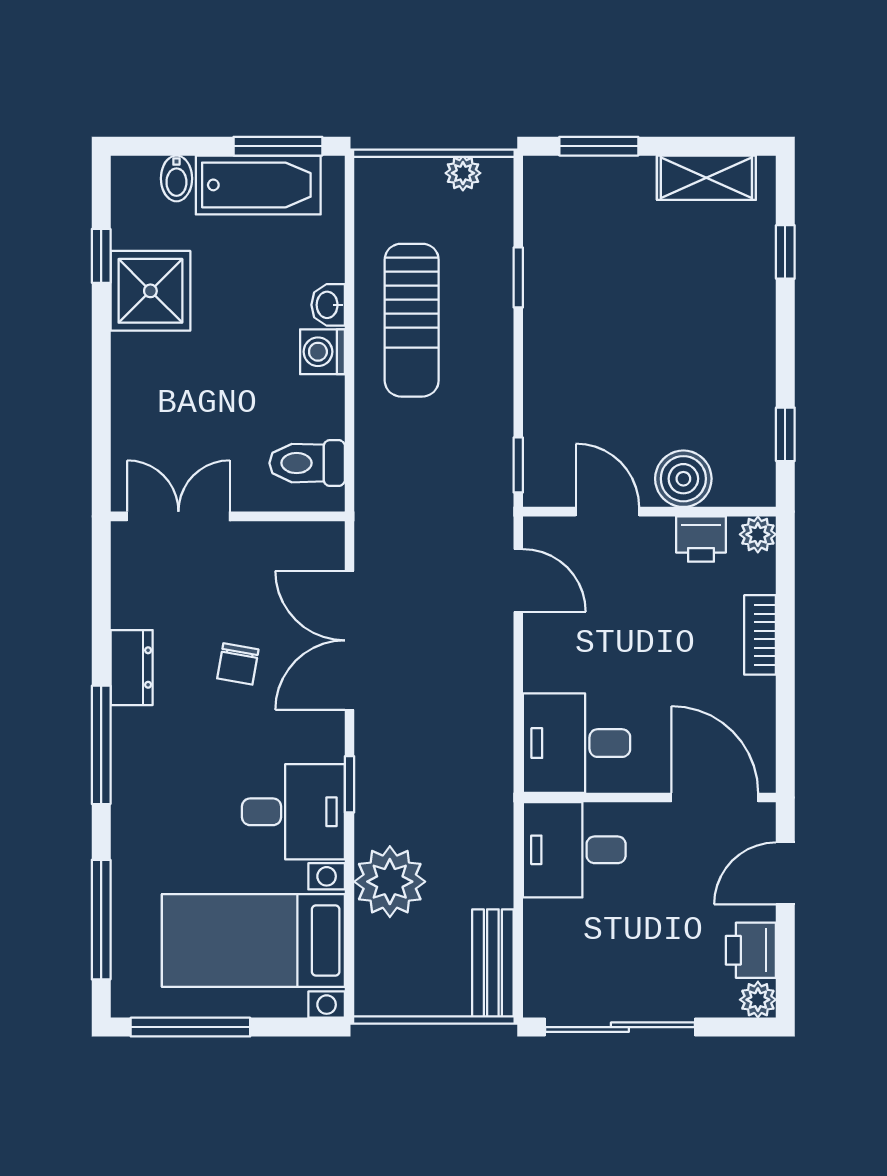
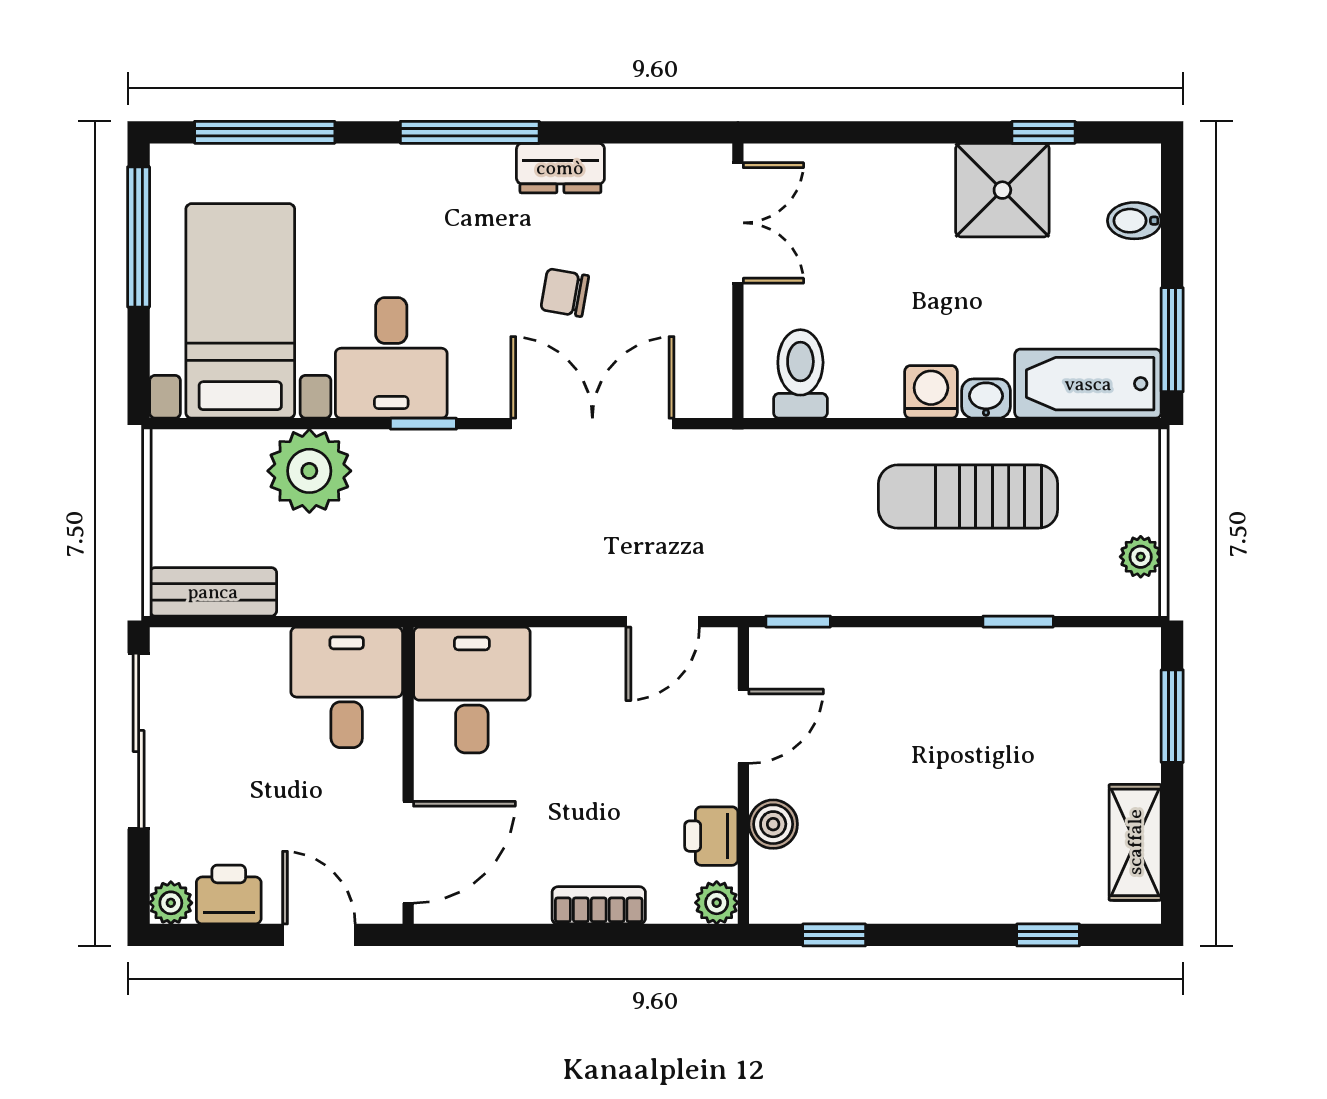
bathtub: (258, 185) -> (1088, 384), moved, turned 90
boiler: (683, 479) -> (773, 824), width x0.73, depth x0.73

